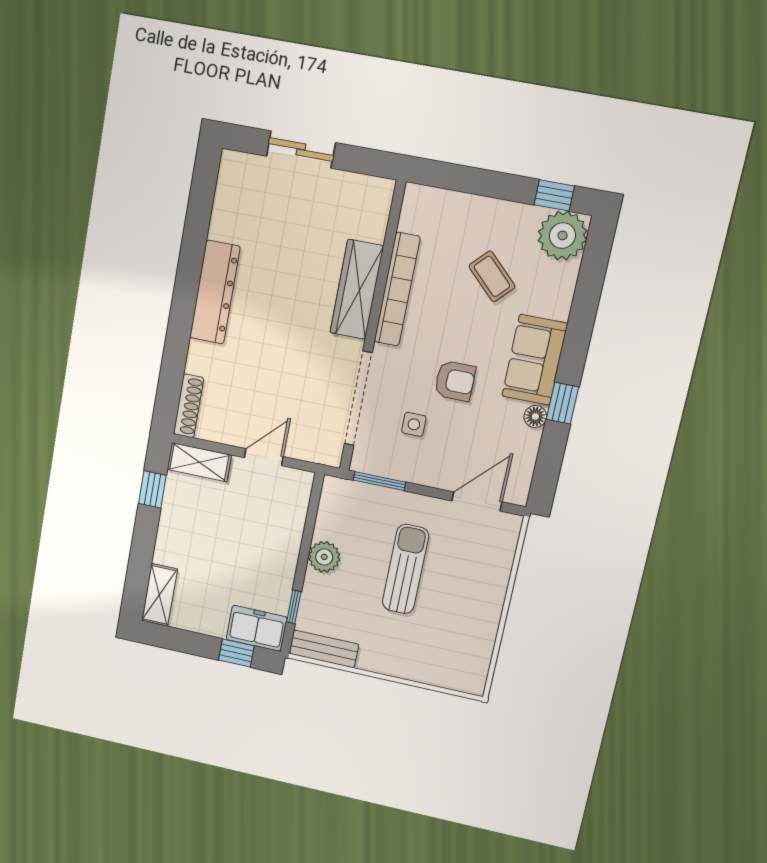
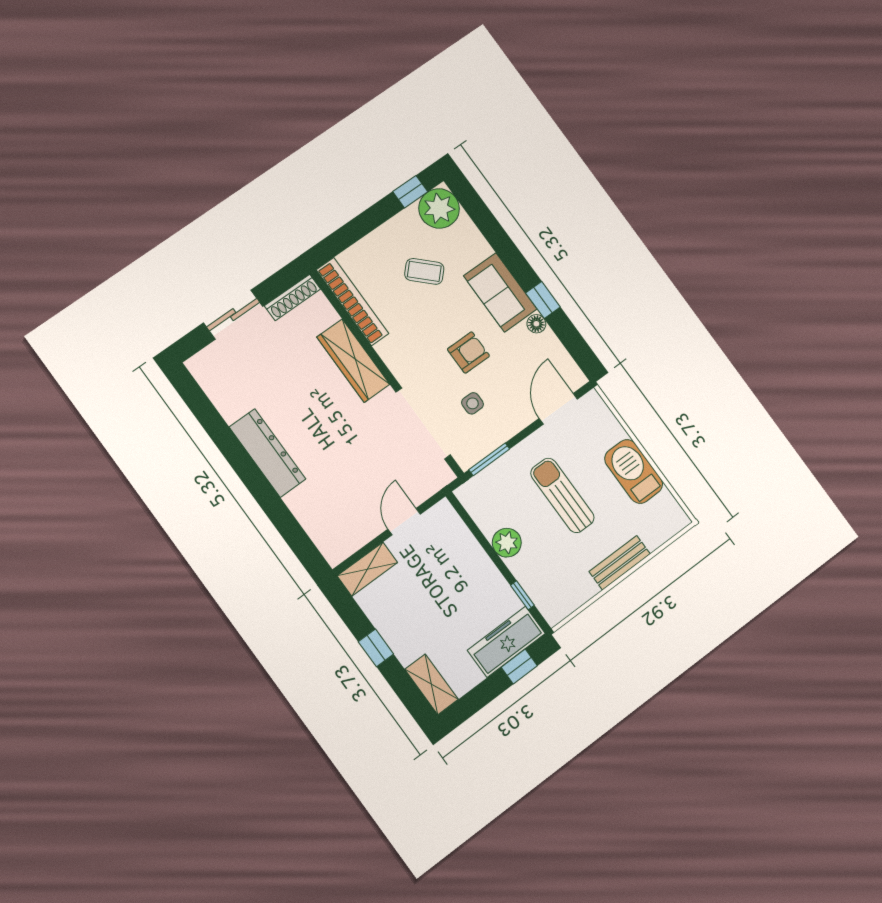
bookcase: (397, 289) -> (353, 302), moved
shoe rack: (188, 406) -> (293, 297), moved, turned 90
window: (152, 489) -> (376, 648), moved
barbecue: (481, 612) -> (634, 471), added
freezer: (257, 628) -> (506, 642), width x1.40
bench: (324, 649) -> (620, 563), moved

